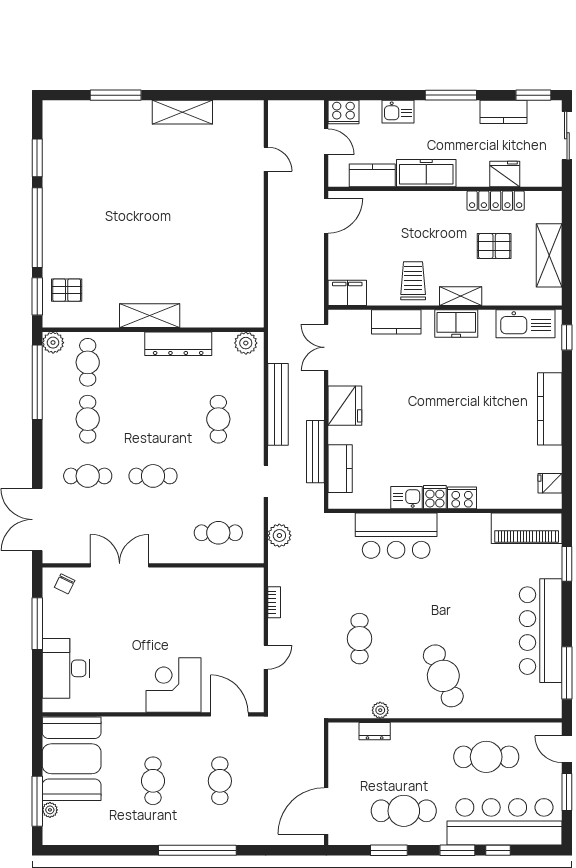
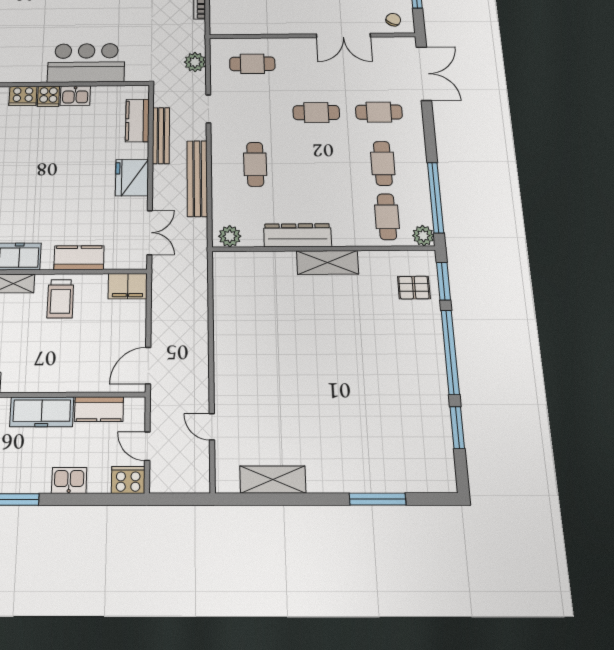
shelving: (182, 112) -> (273, 480), moved

